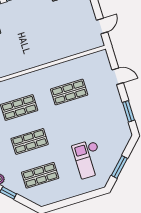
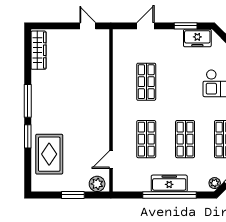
freezer: (121, 125) -> (197, 38), added

